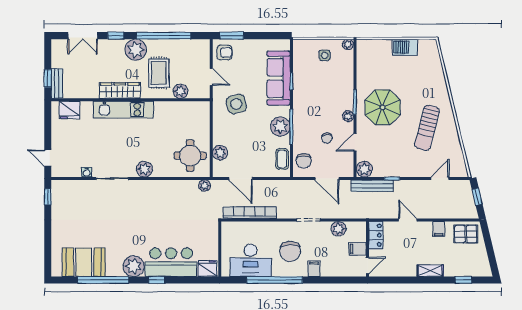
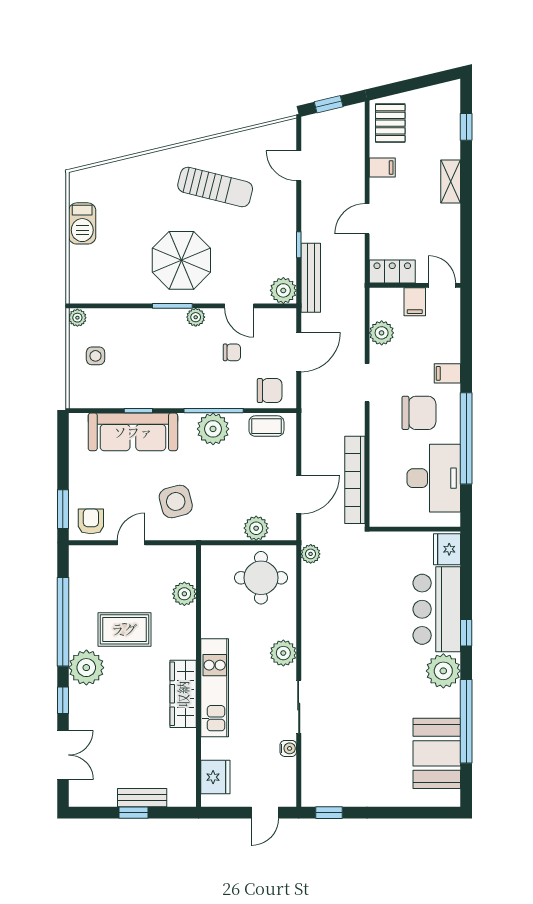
wardrobe: (120, 91) -> (183, 694), moved
plant: (180, 91) -> (184, 594), moved
wall: (131, 100) -> (199, 676), moved
fridge: (69, 110) -> (215, 777), moved
kitchen unit: (123, 110) -> (215, 688), moved

